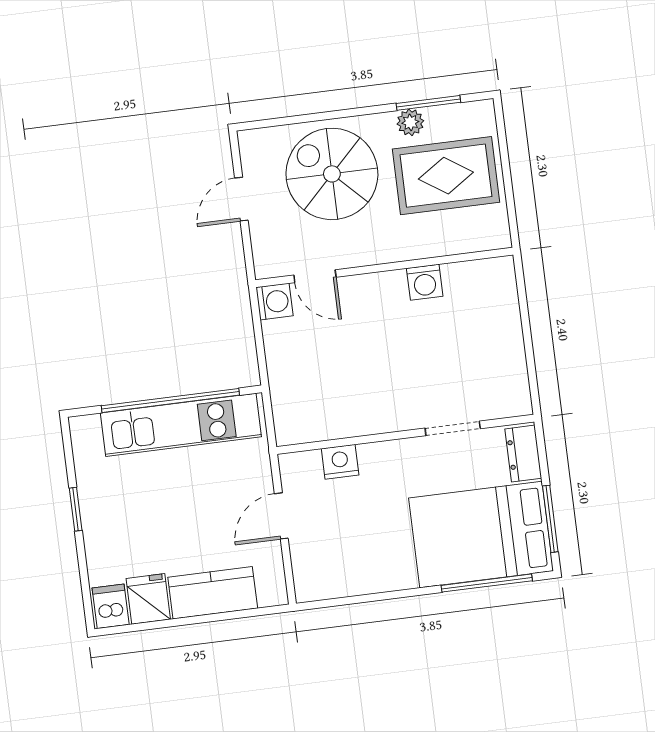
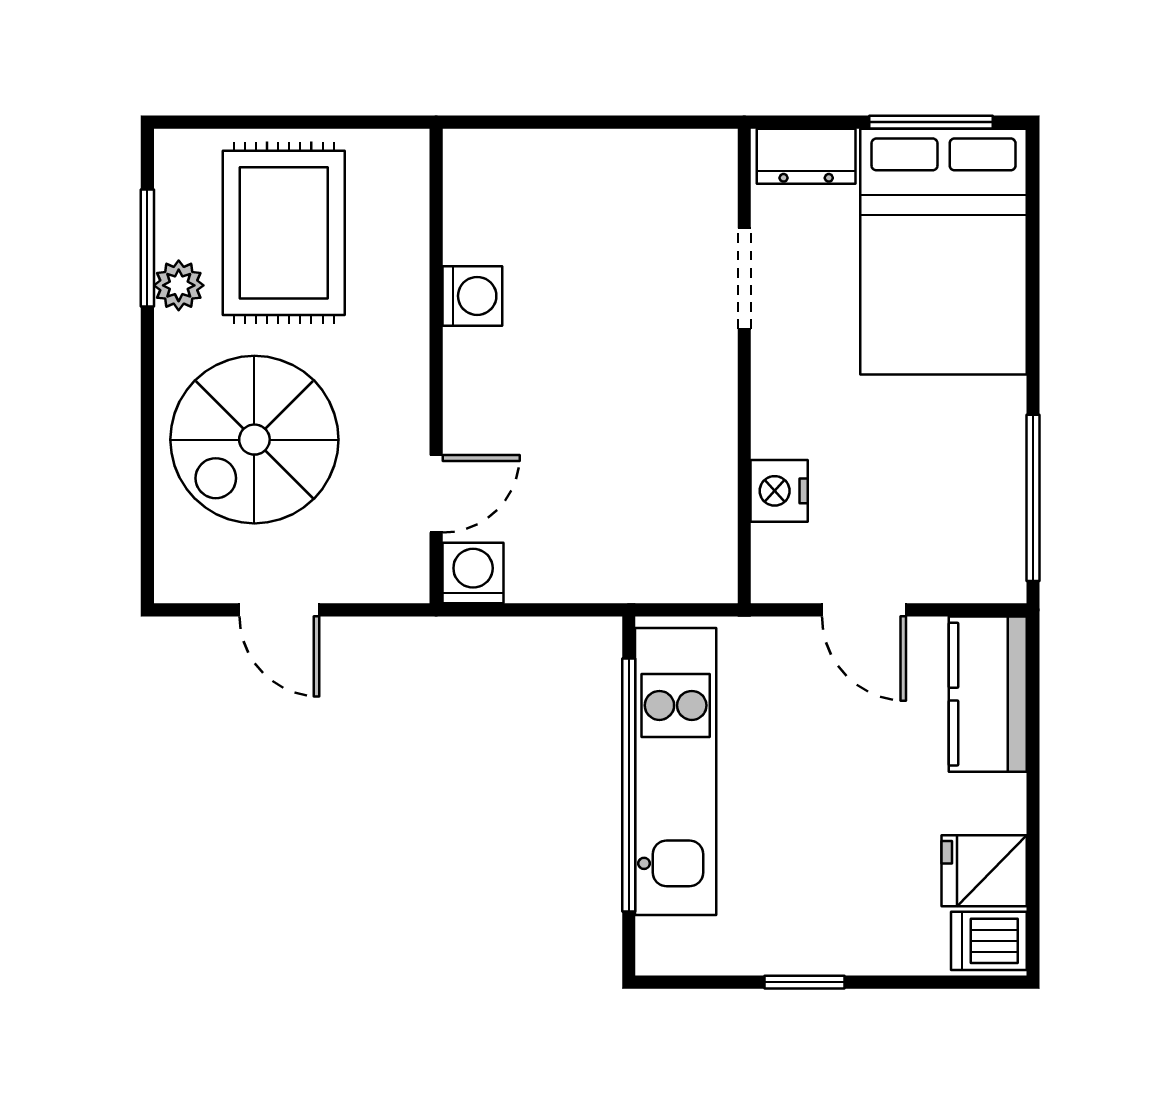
window: (487, 583) -> (1033, 498), moved
kitchen counter: (213, 593) -> (988, 694), moved

